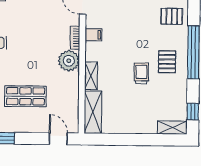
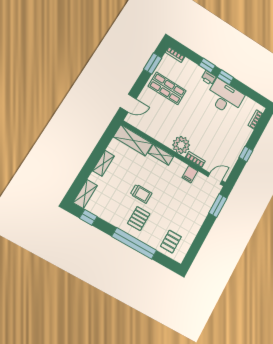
pallet: (167, 62) -> (139, 219), turned 90
shop shelf: (25, 96) -> (167, 88), moved, turned 90
shelving: (133, 128) -> (103, 163), added

